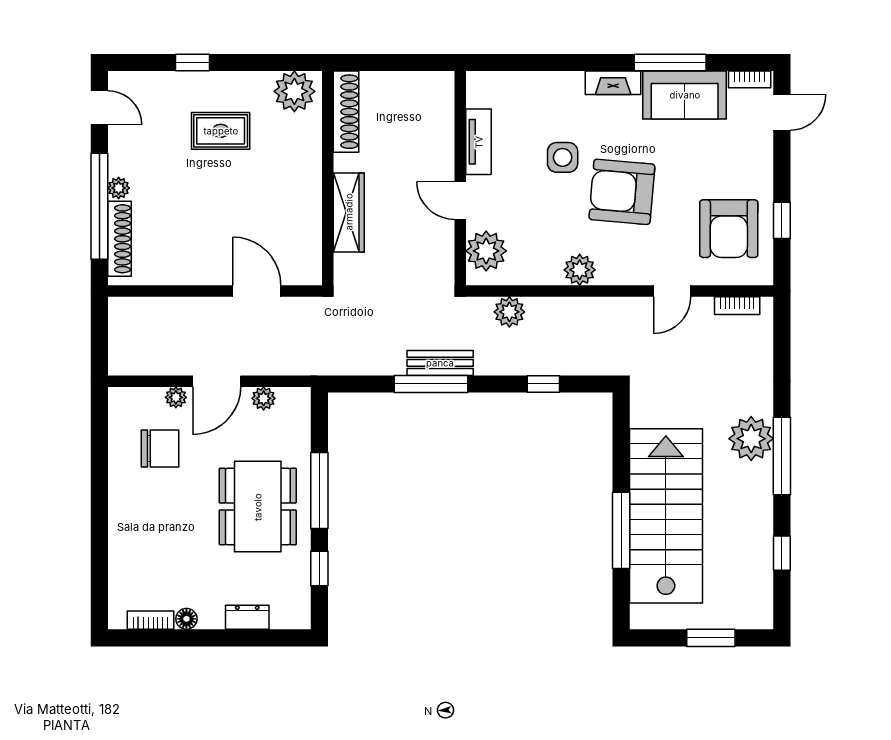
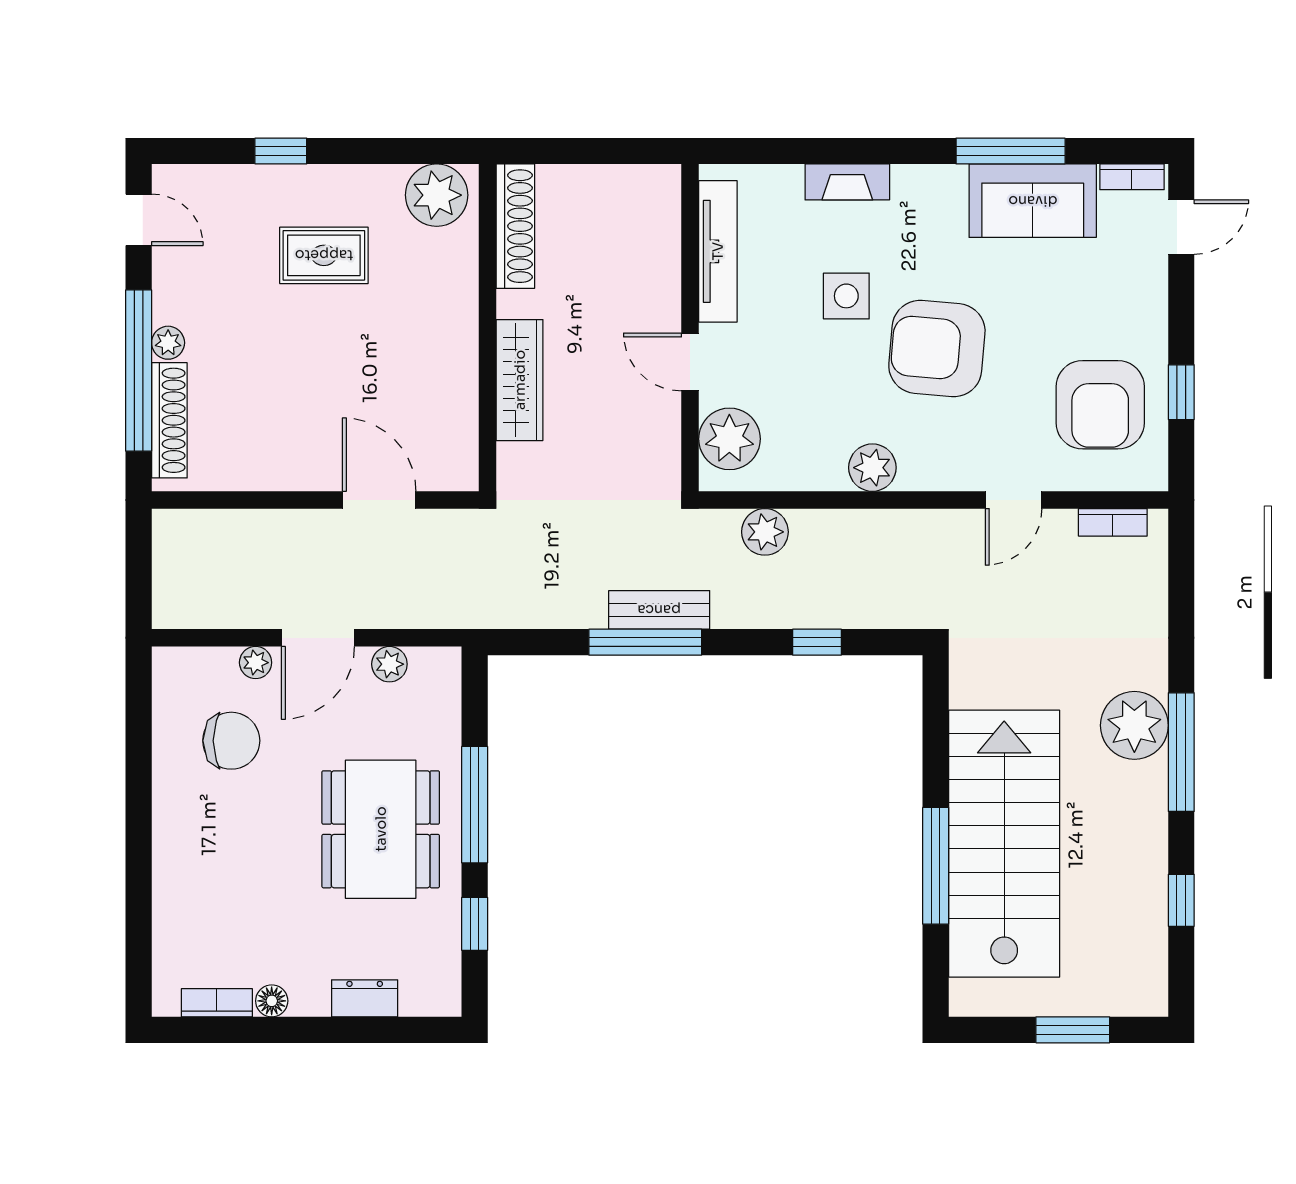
fireplace: (613, 83) -> (847, 182), moved
tv unit: (479, 142) -> (718, 251), width x1.41

